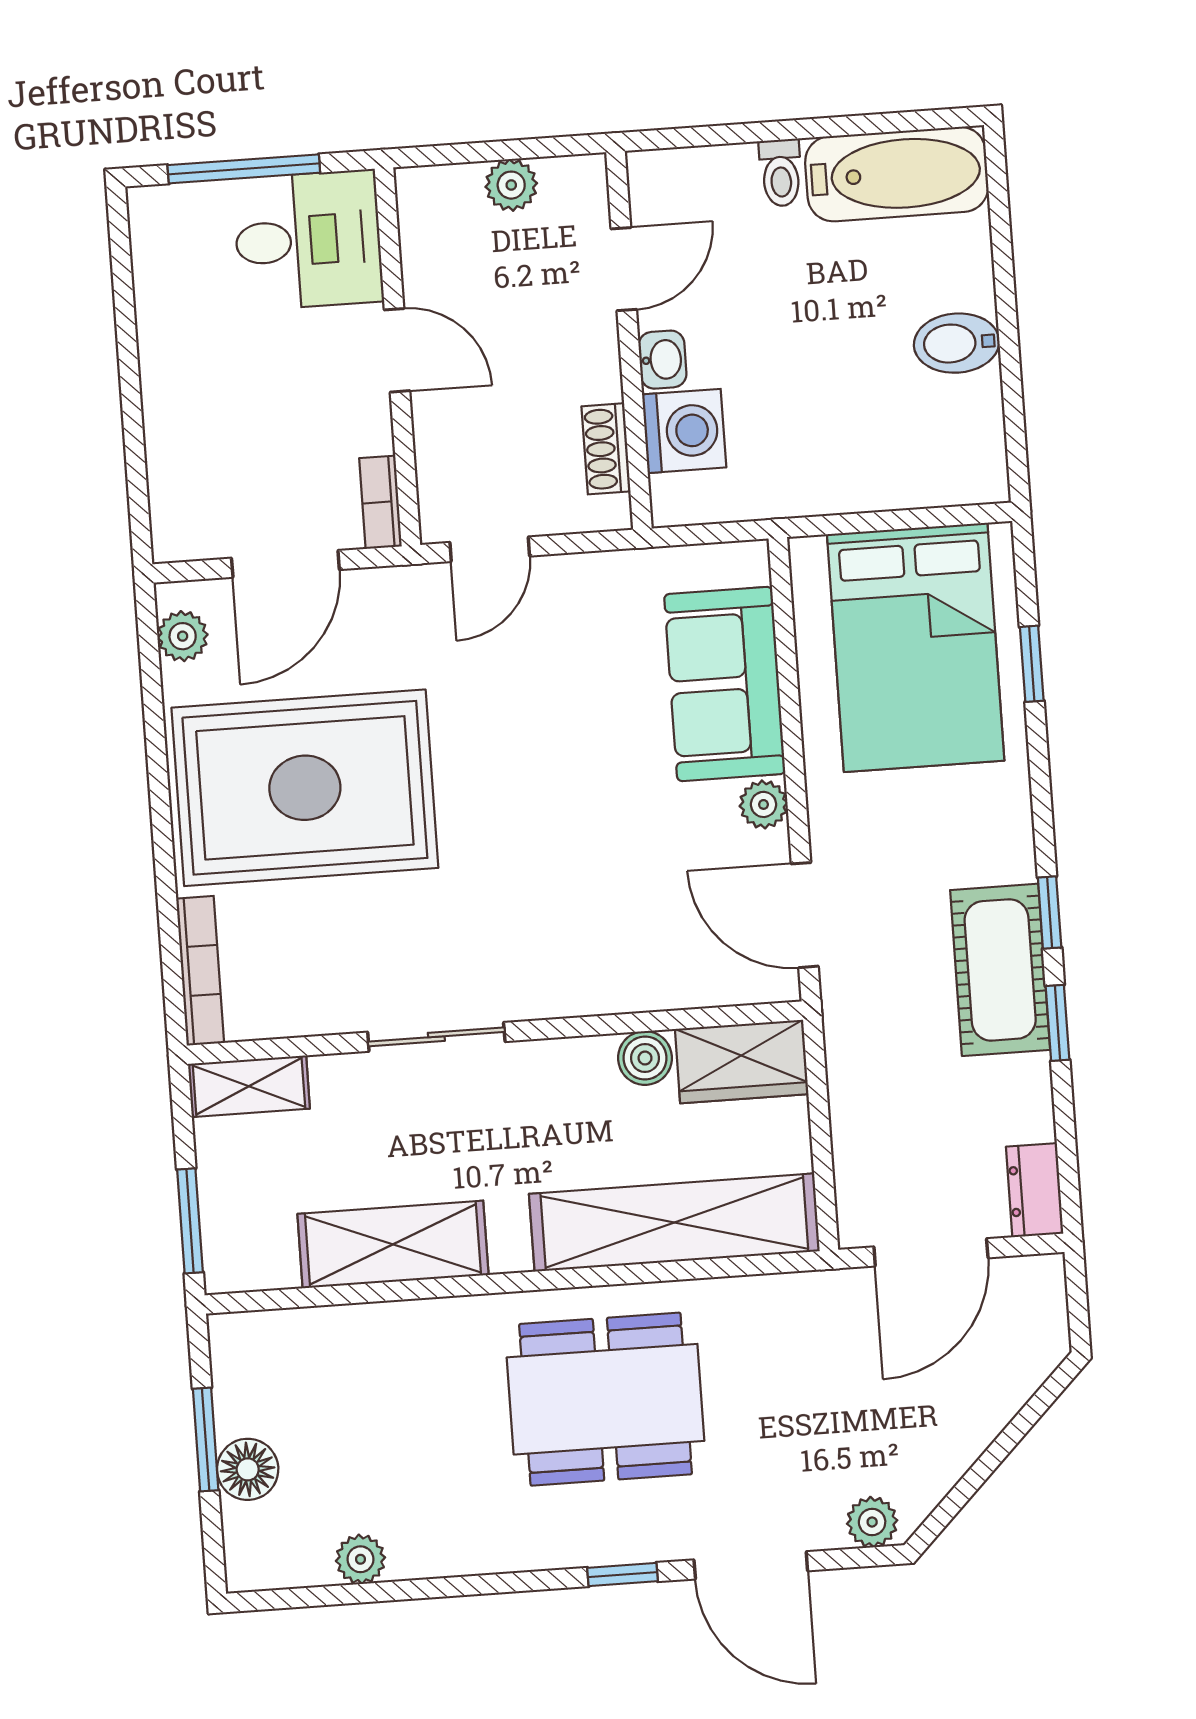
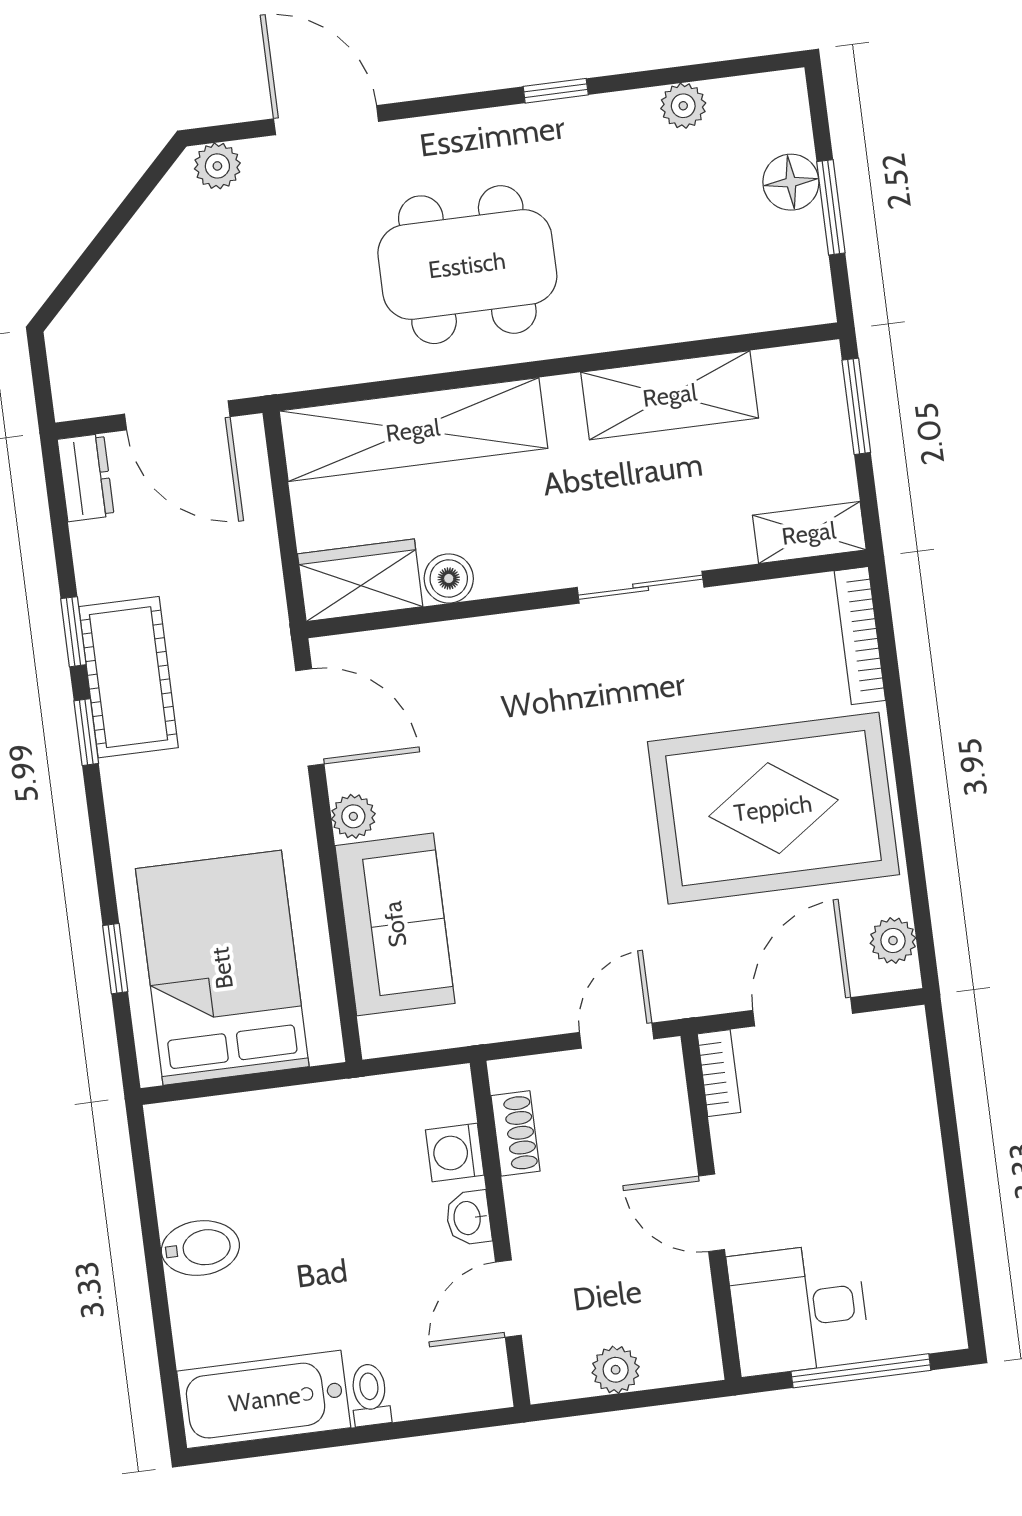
washing machine: (684, 431) -> (455, 1152), width x0.73, depth x0.73
door: (931, 1252) -> (177, 415), swing flipped
window: (622, 1575) -> (556, 91), moved

